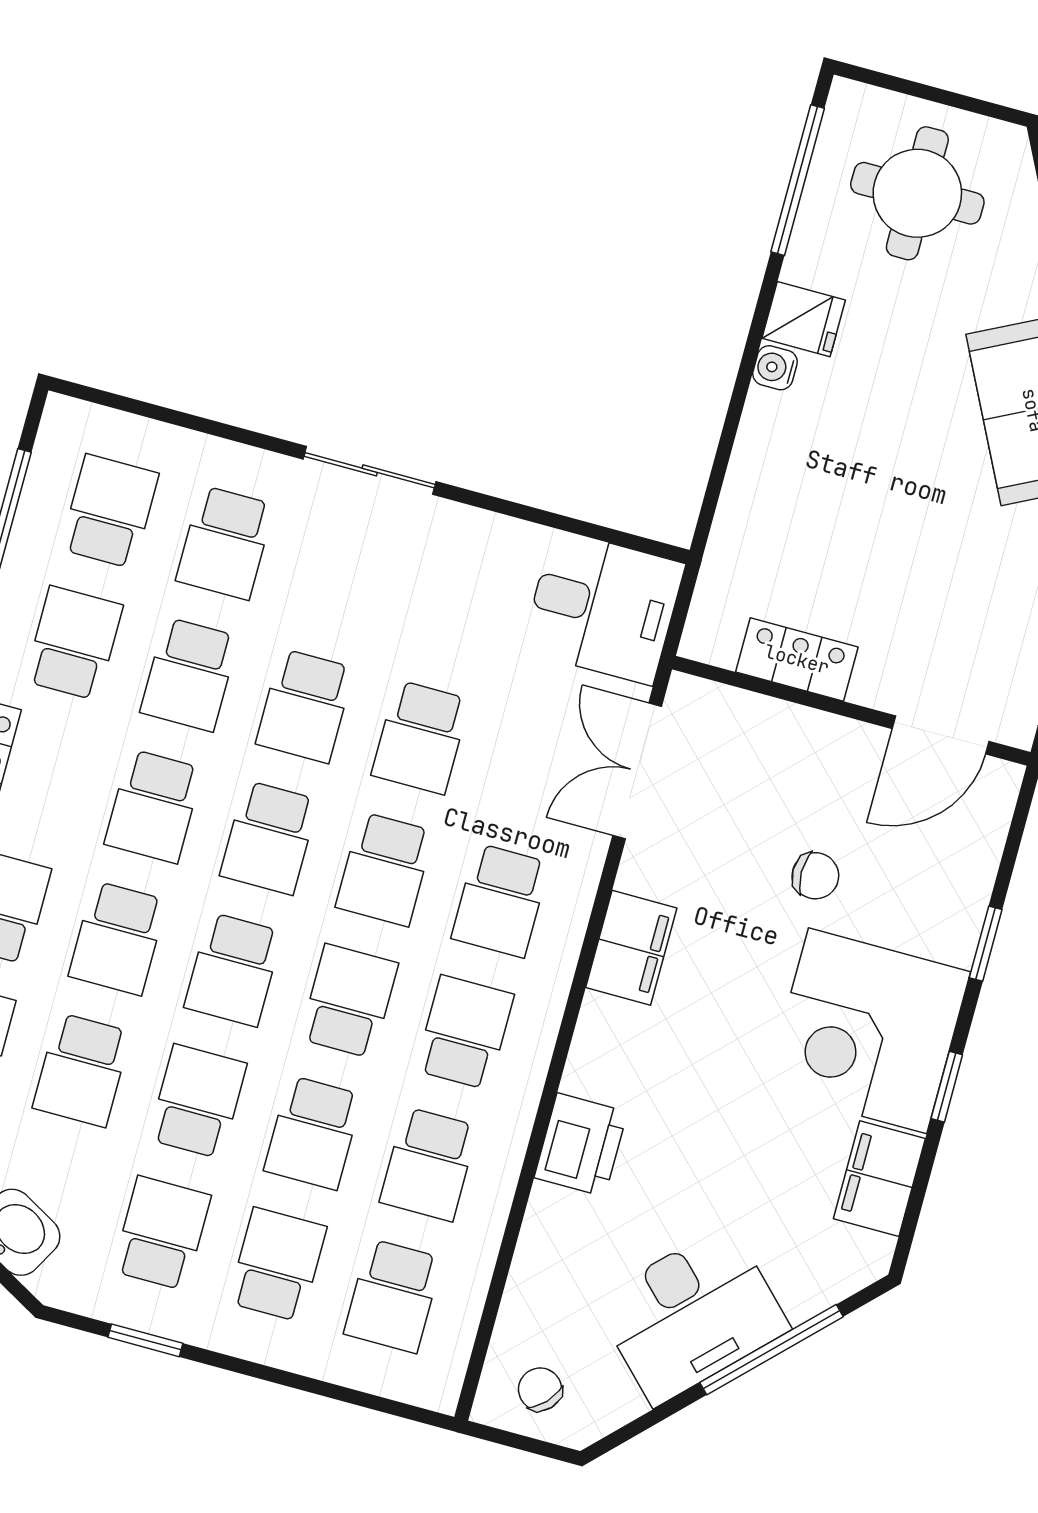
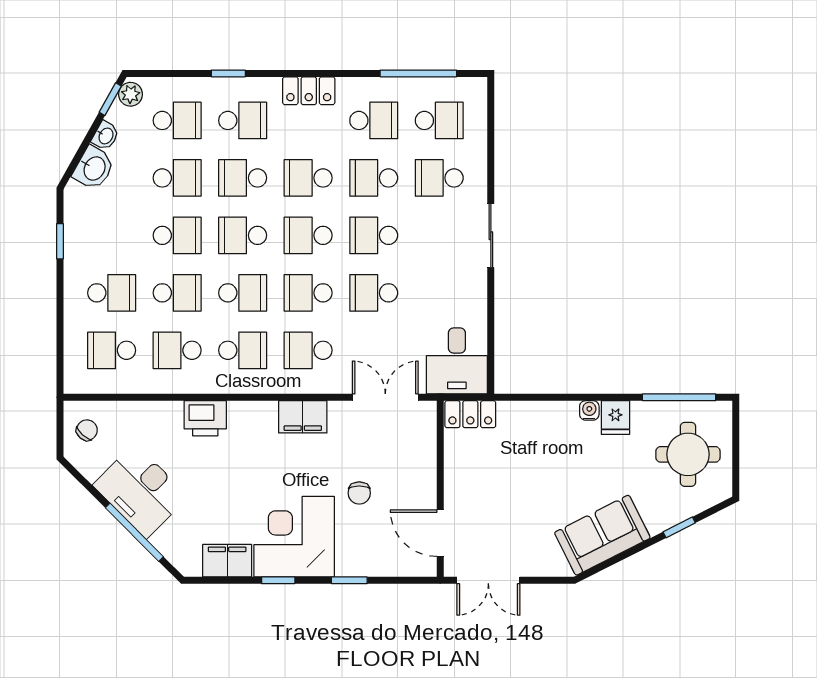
locker: (797, 659) -> (470, 414), moved, turned 90
school desk: (82, 1070) -> (177, 178), turned 180
school desk: (313, 1133) -> (177, 293), turned 180
school desk: (162, 1233) -> (112, 235), removed

